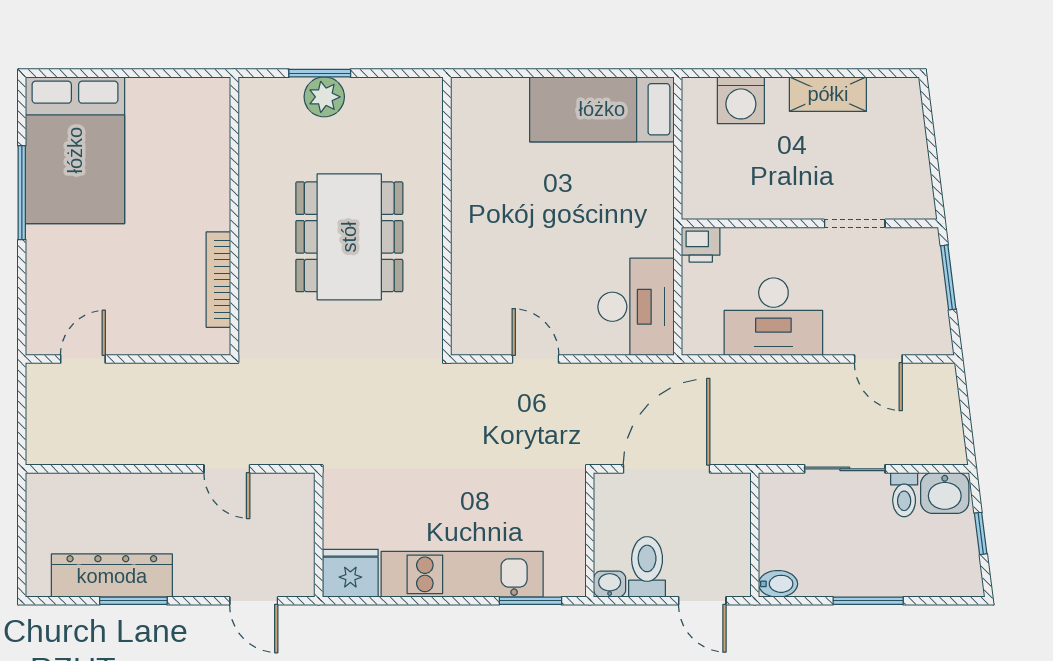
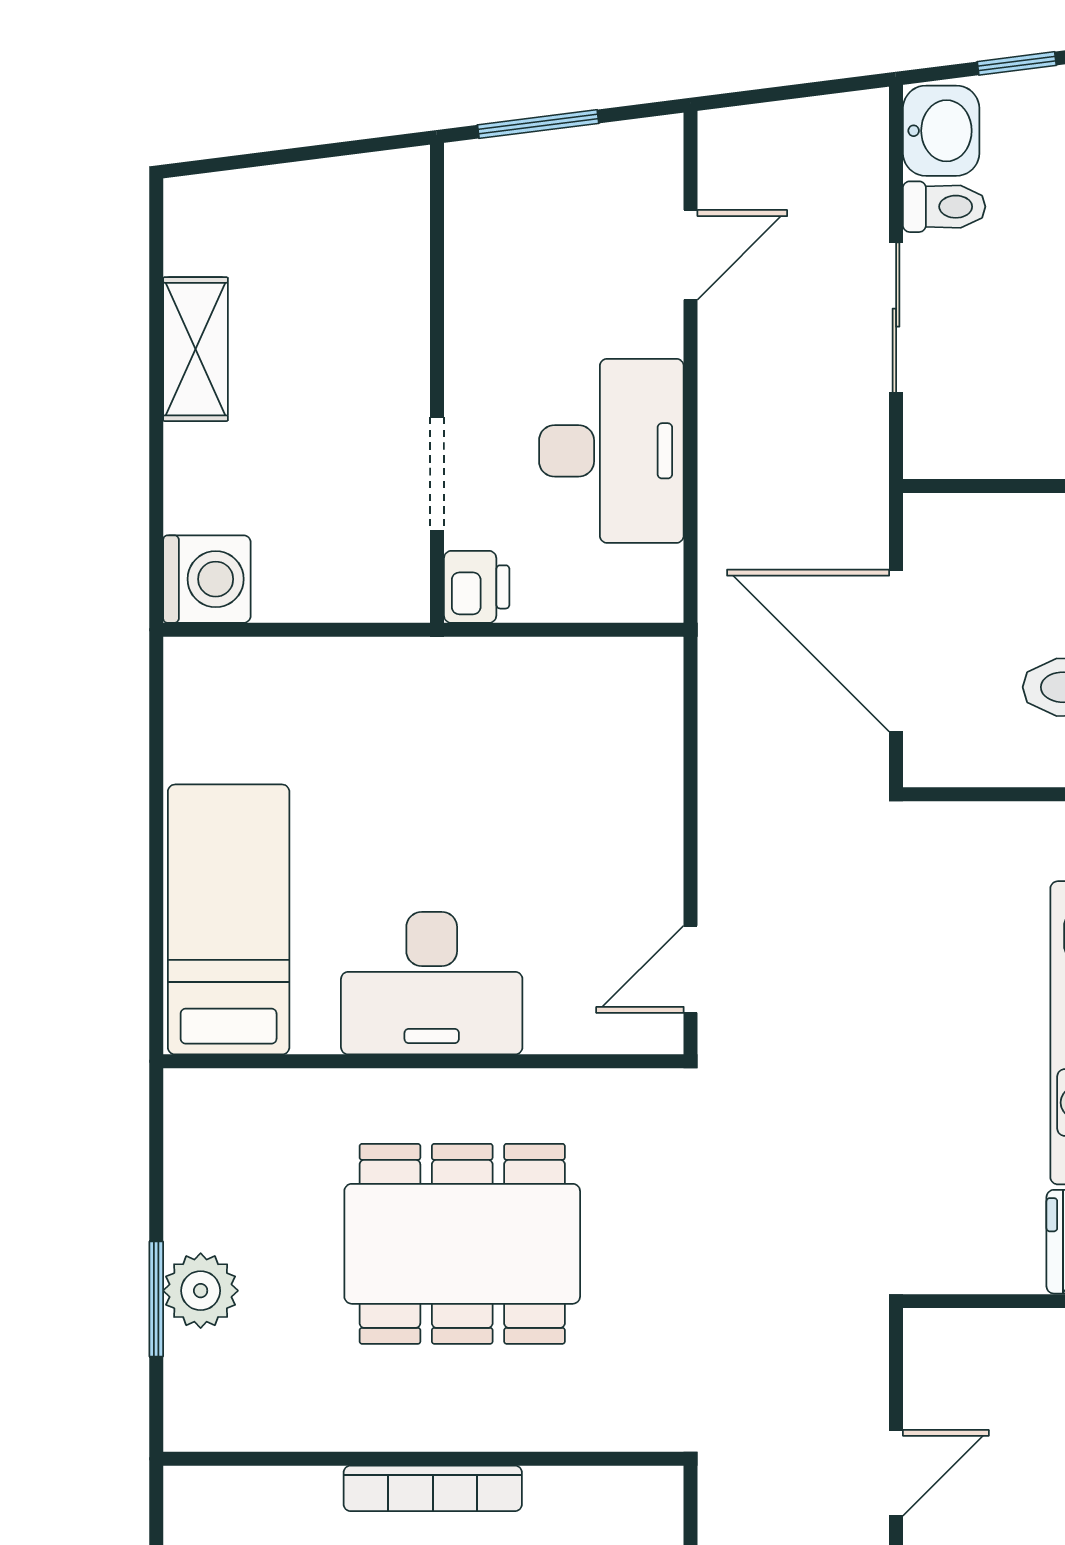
washing machine: (741, 100) -> (207, 579), moved
bed: (602, 109) -> (229, 919), moved, turned 180
doorway: (855, 223) -> (437, 474), moved
bookcase: (218, 280) -> (433, 1488), moved
desk: (636, 307) -> (432, 983), moved, turned 180
door: (536, 359) -> (691, 969), moved

